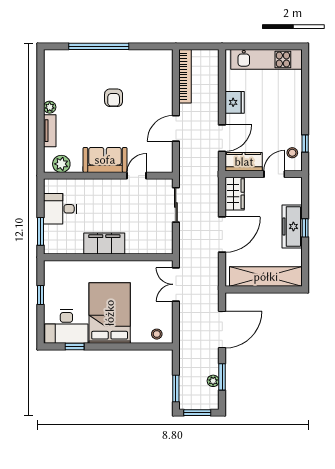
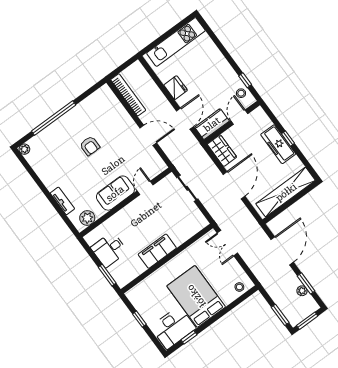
plant: (50, 107) -> (24, 149), moved
door: (176, 128) -> (148, 135), swing flipped

